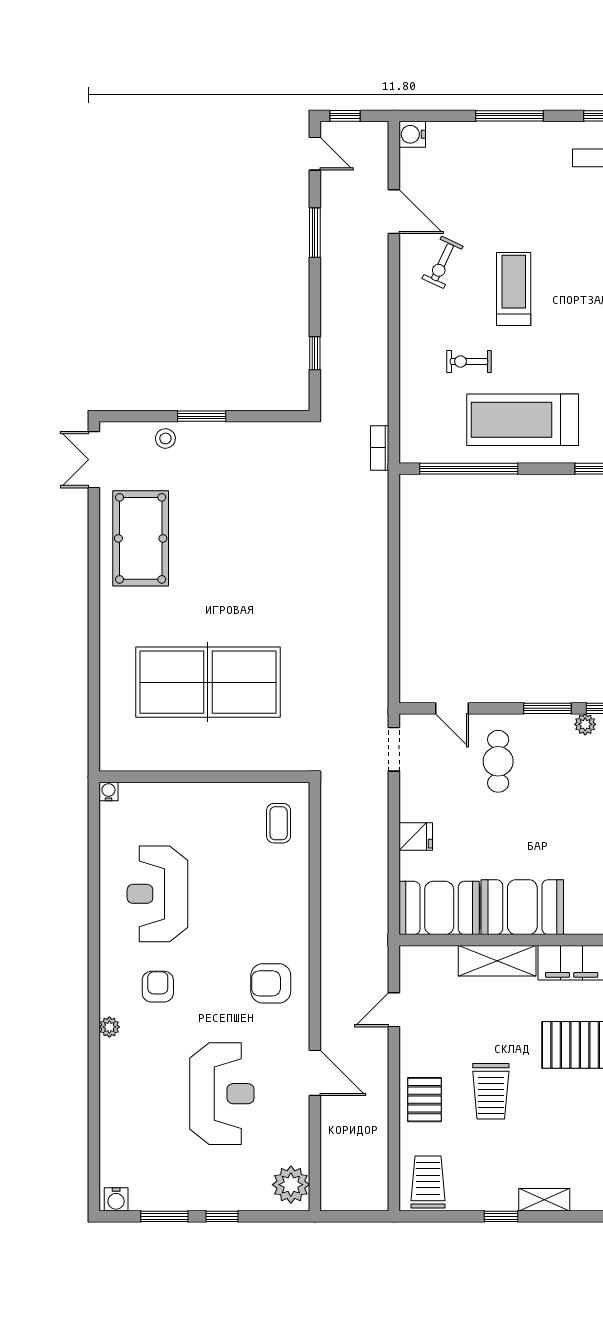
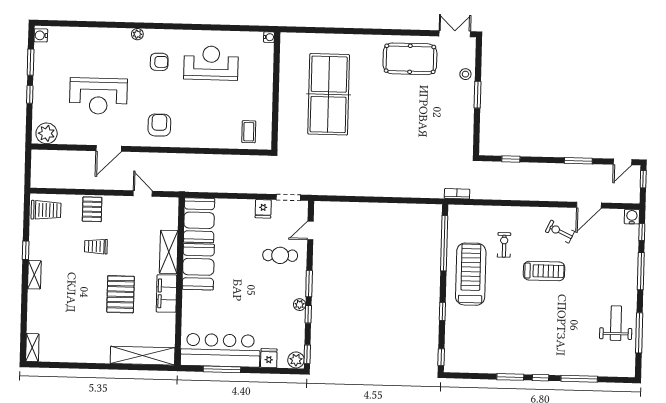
window: (440, 116) -> (642, 232), added
coffee table: (279, 823) -> (249, 132), turned 90
fridge: (416, 836) -> (263, 209), moved
trolley: (491, 1091) -> (96, 246), width x0.73, depth x0.72
pallet: (425, 1100) -> (92, 209), turned 90

